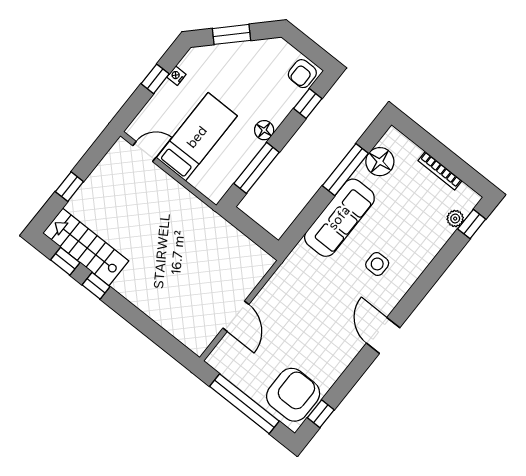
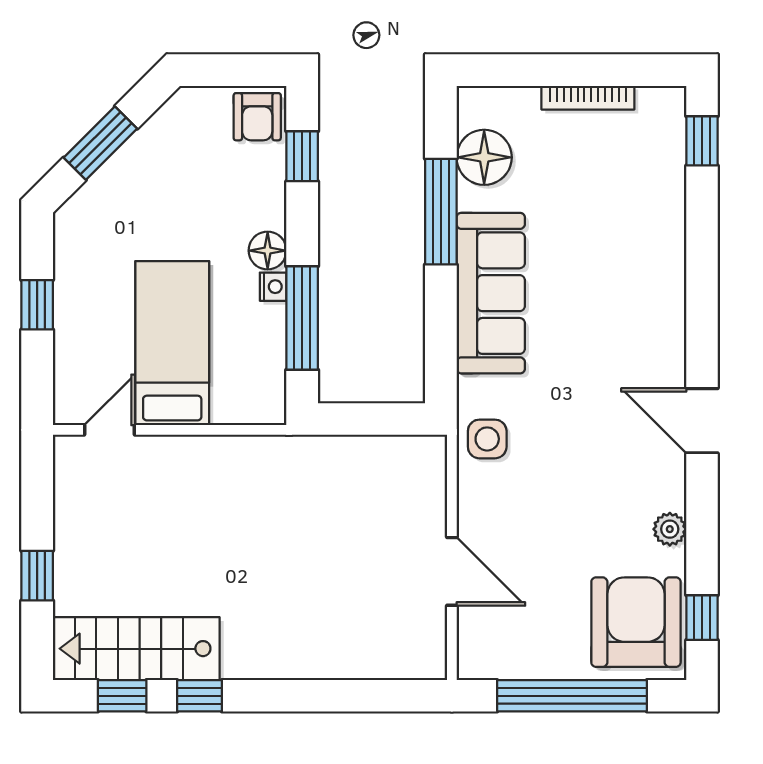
nightstand: (176, 76) -> (273, 287), moved, turned 180
plant: (455, 219) -> (670, 529), moved
side table: (377, 264) -> (487, 439), moved

